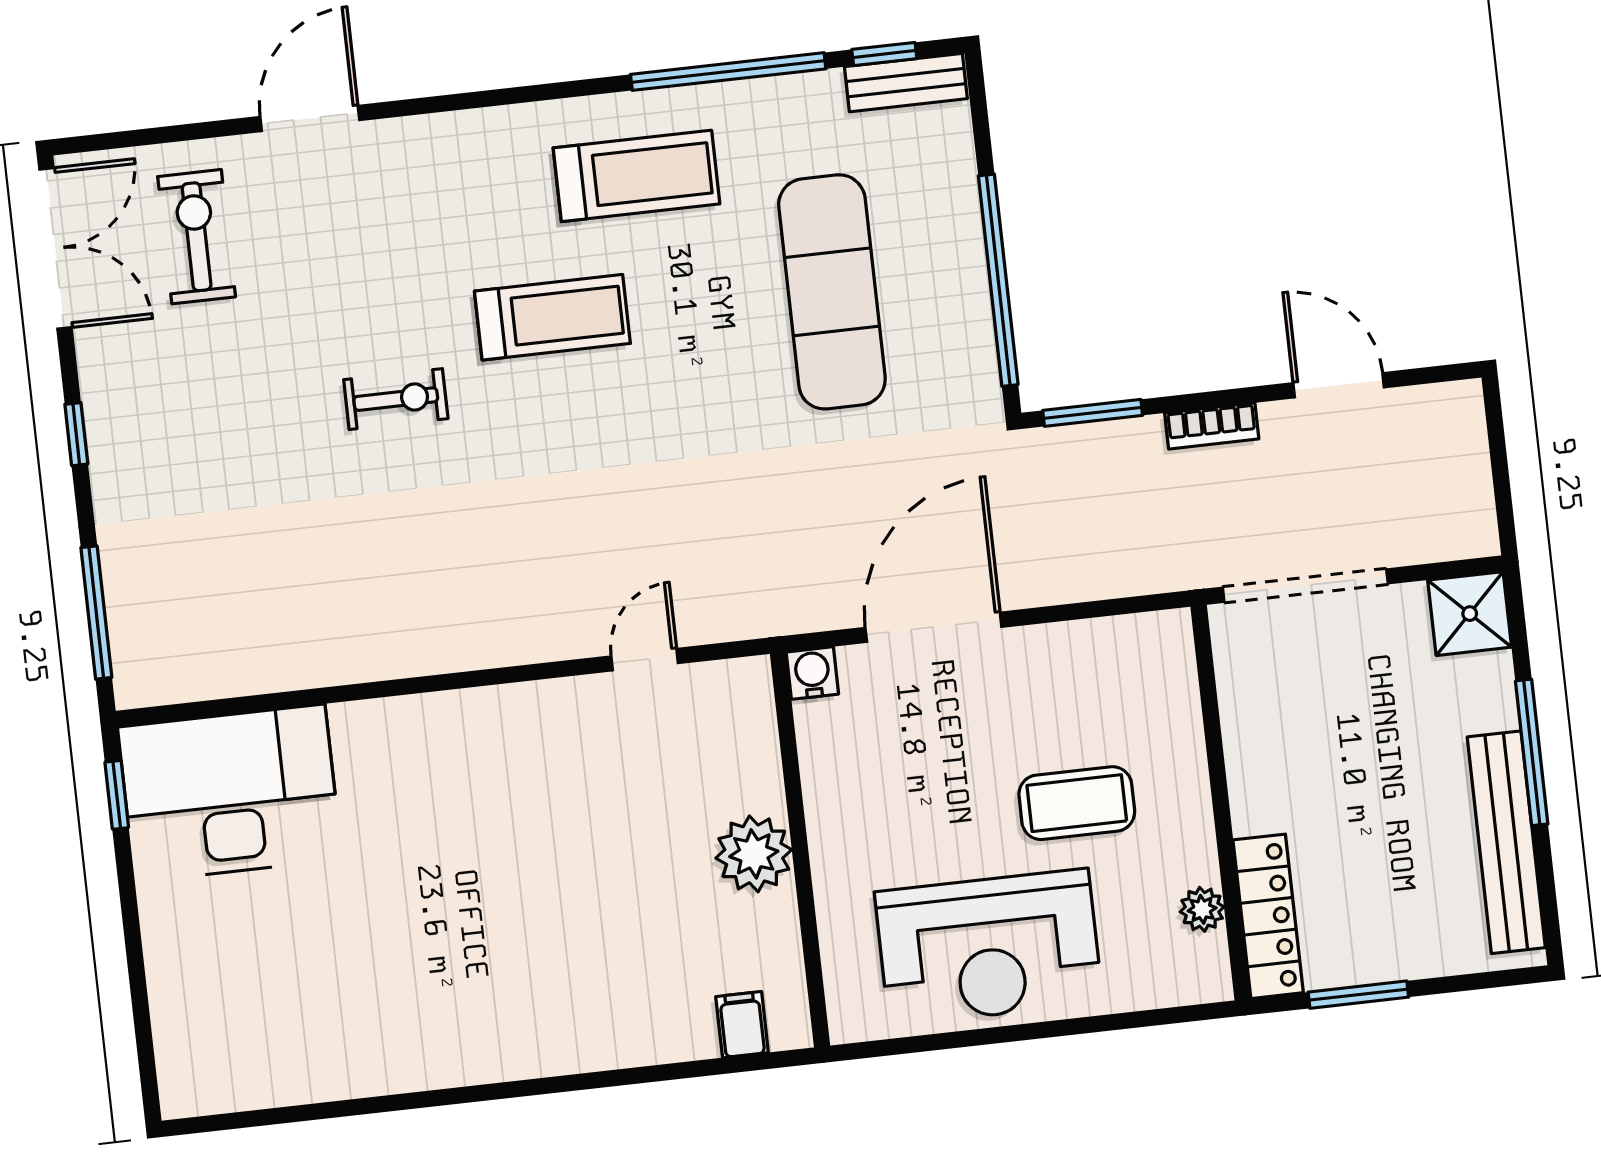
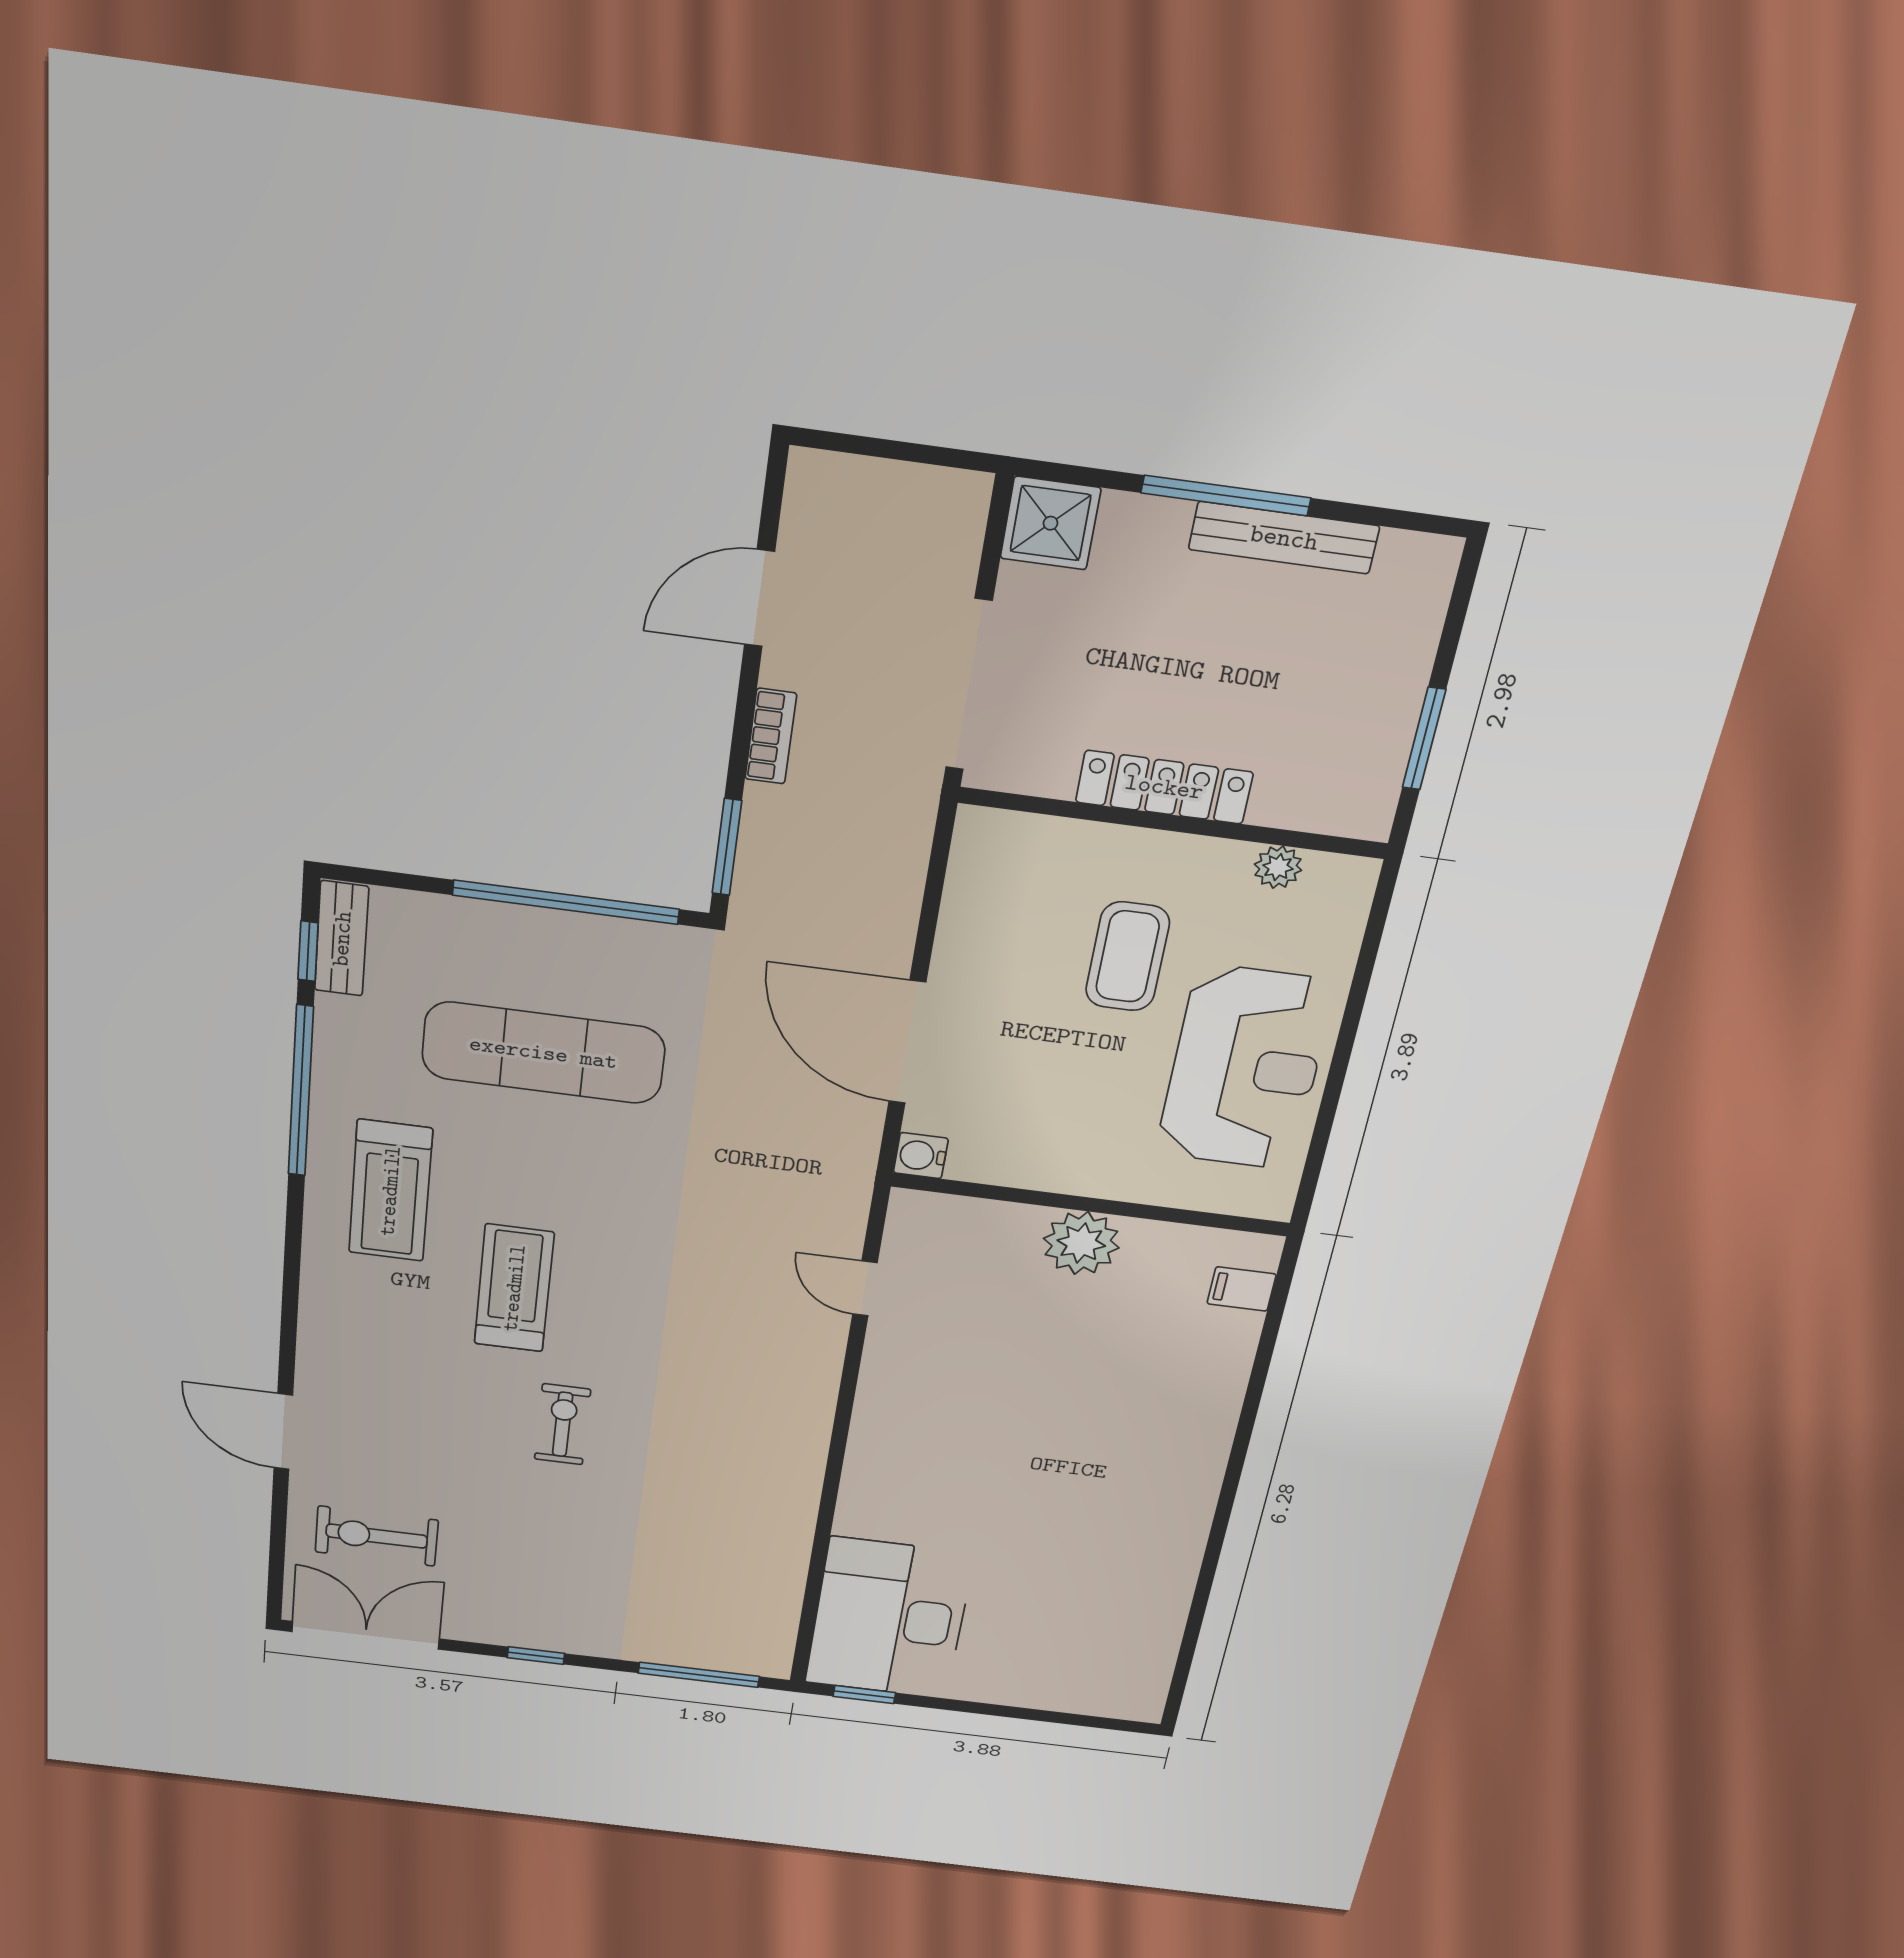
treadmill: (636, 176) -> (390, 1191), turned 180
bench: (1506, 842) -> (1284, 538), width x0.73, depth x0.82
locker: (1268, 916) -> (1164, 787), moved

